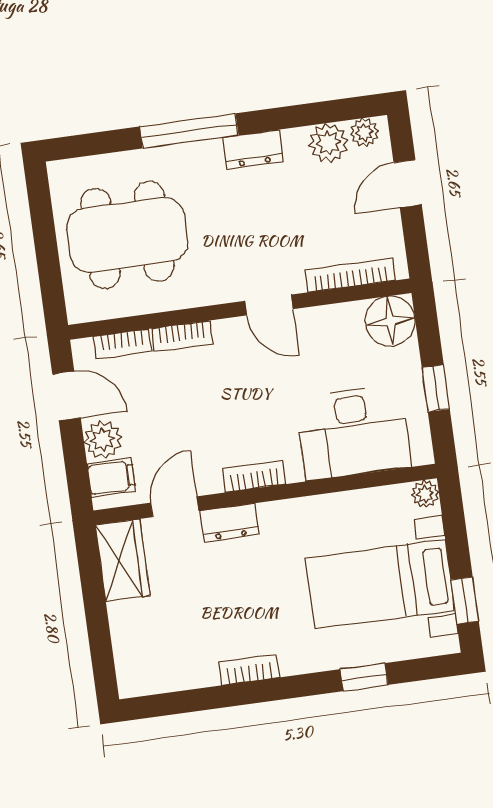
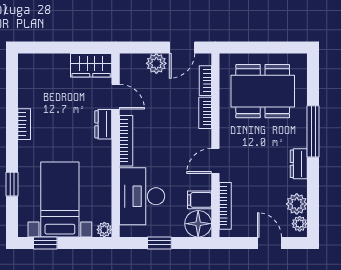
dining table: (127, 235) -> (263, 91), turned 90
bookcase: (254, 476) -> (126, 141), width x1.56
filing cabinet: (111, 478) -> (199, 200), moved, turned 90

